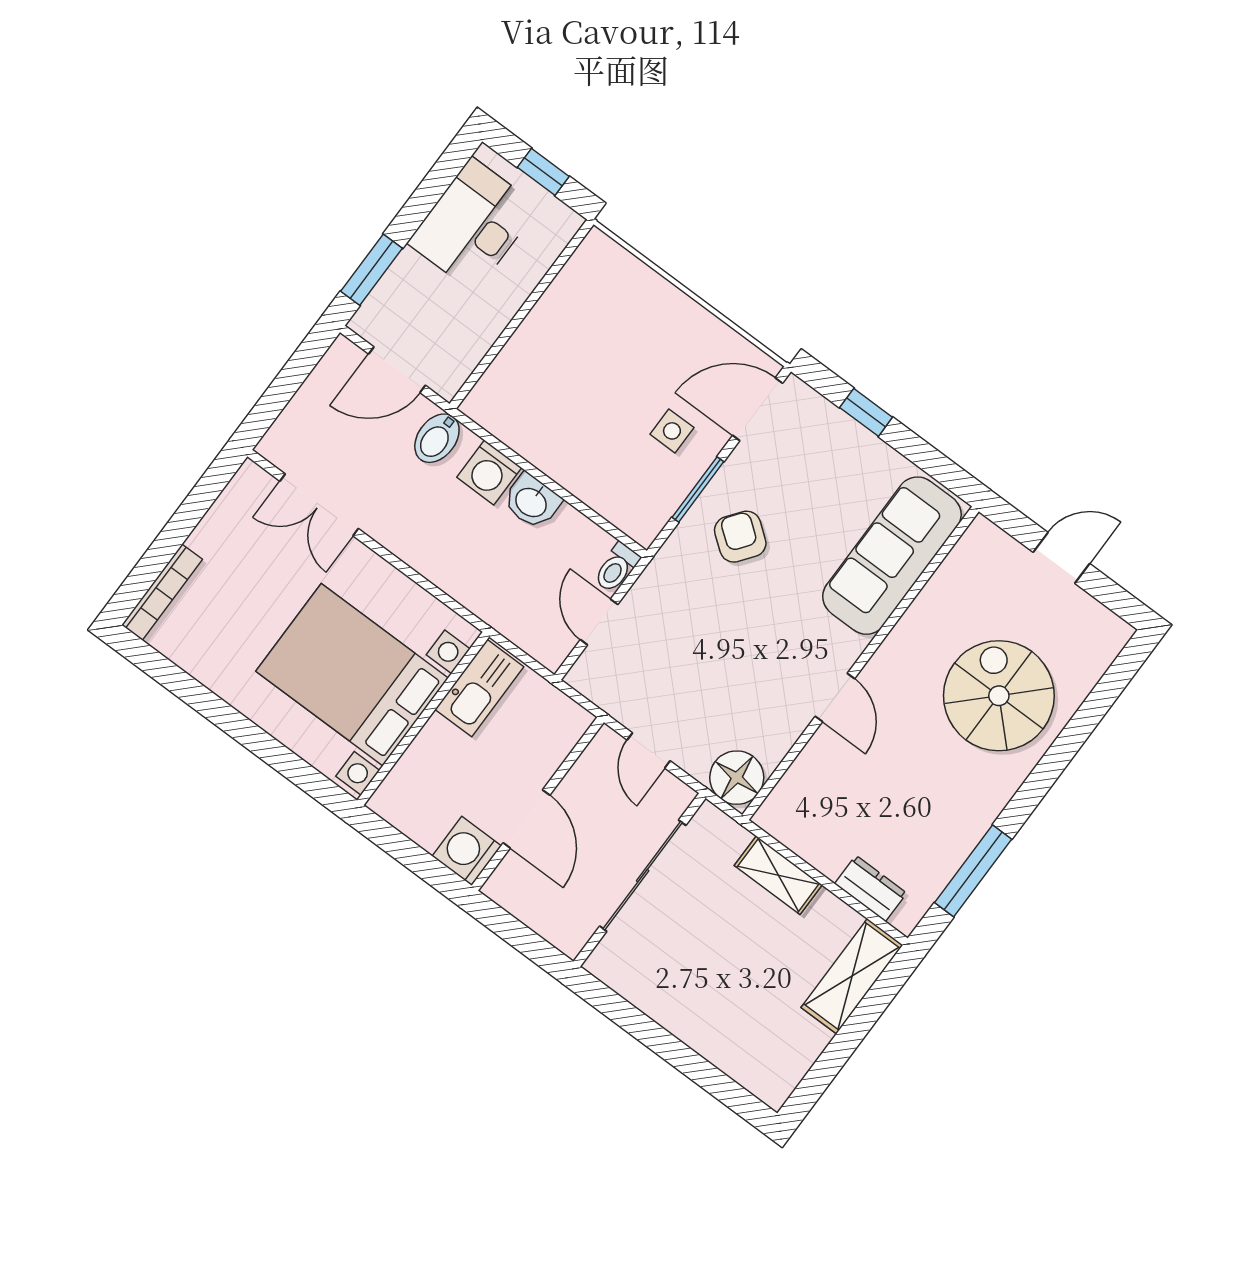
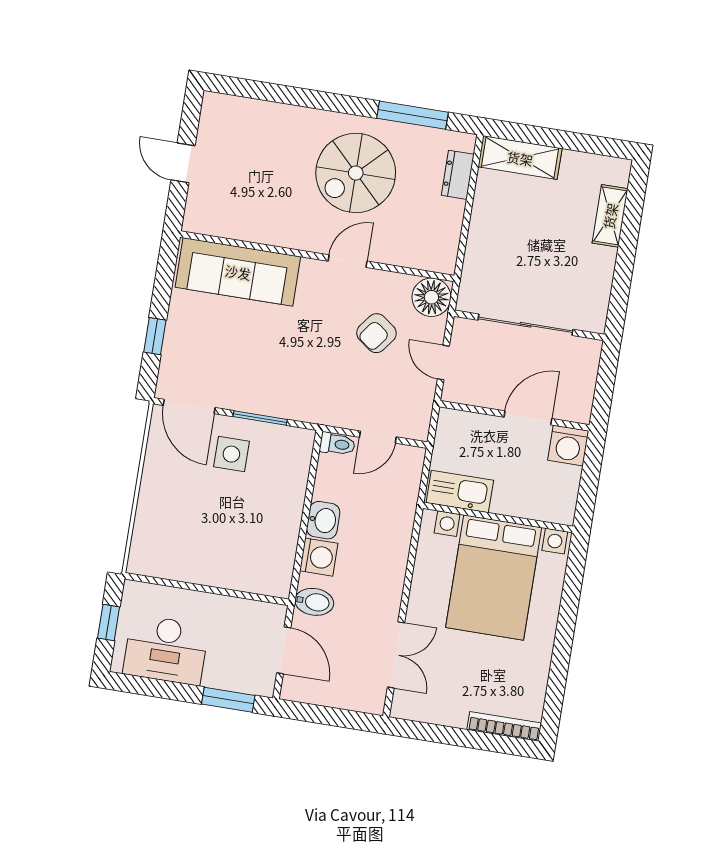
side table: (672, 431) -> (231, 454), width x1.37, depth x1.37
armchair: (740, 537) -> (376, 333), moved
spiral stairs: (999, 696) -> (356, 173), moved
door: (649, 750) -> (443, 363), swing flipped
shelving: (778, 875) -> (610, 216), moved

